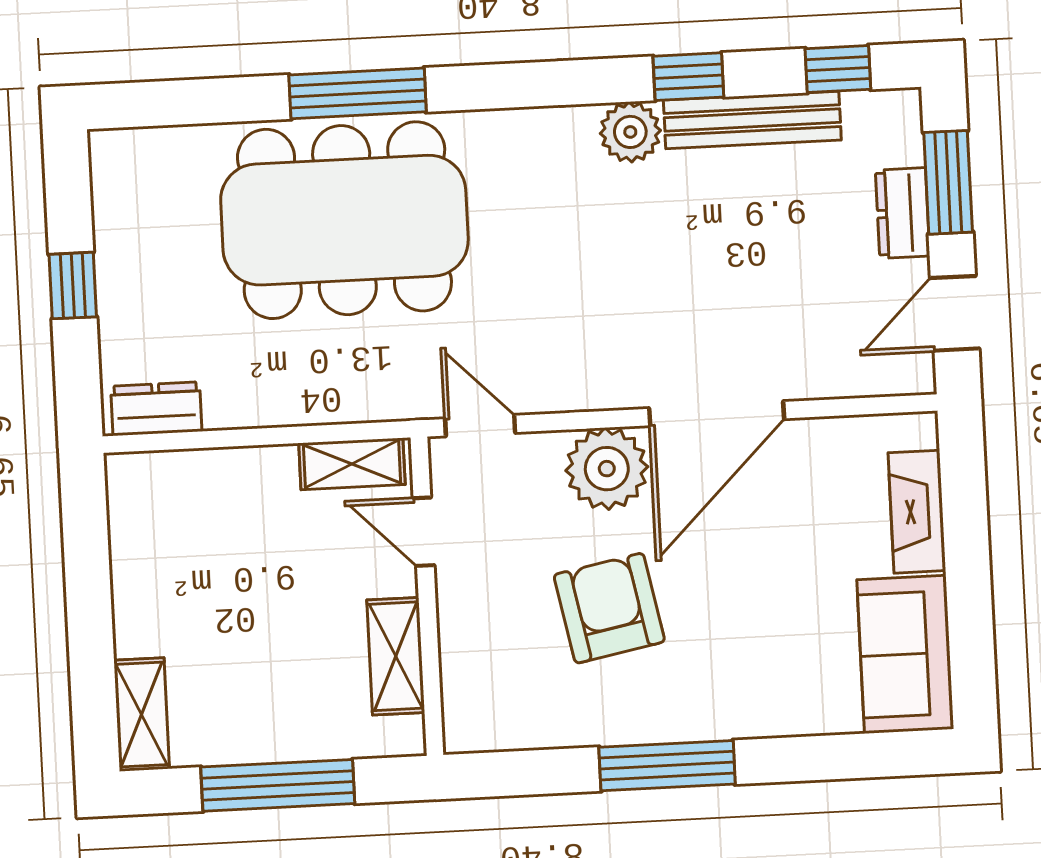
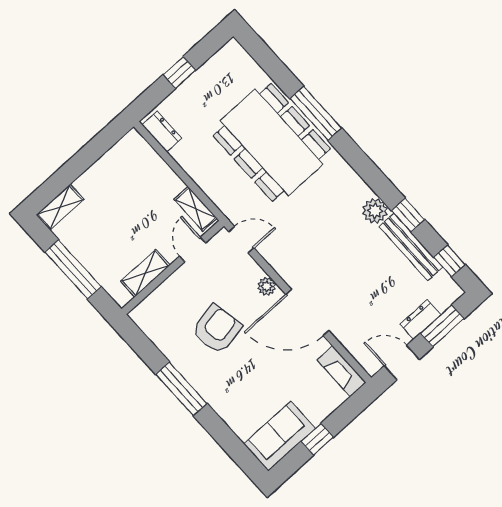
door: (480, 426) -> (241, 240), hinge flipped
plant: (607, 469) -> (267, 286), width x0.53, depth x0.53
fireplace: (917, 512) -> (342, 371), moved, turned -90
window: (969, 589) -> (317, 439), added

